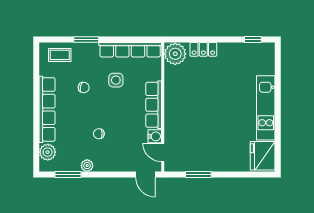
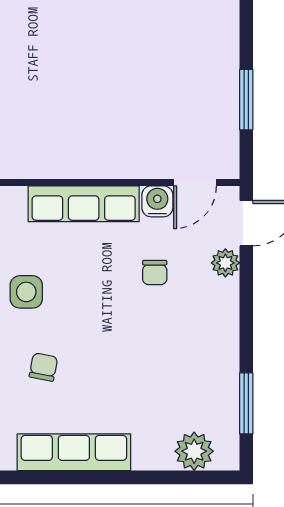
row of seats: (47, 109) -> (74, 452), width x0.73
chair: (99, 134) -> (155, 272), moved
plant: (87, 166) -> (225, 263), moved

